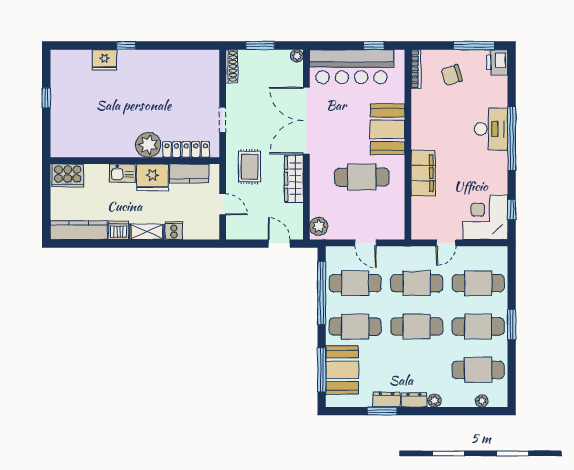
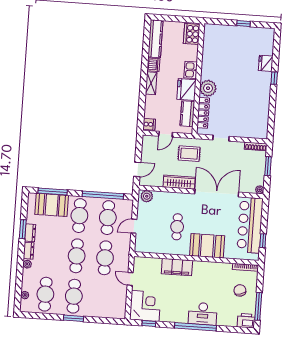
cafe table: (362, 177) -> (177, 227), width x0.73, depth x0.74
cooker: (174, 230) -> (149, 124), moved
cafe table: (478, 283) -> (102, 298), removed

